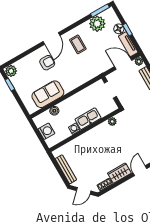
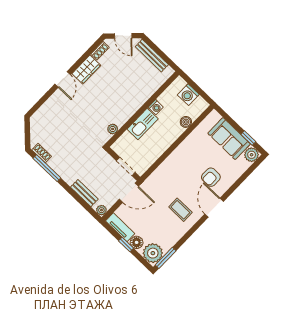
plant: (97, 24) -> (153, 253), moved
door: (123, 63) -> (129, 193), moved
sofa: (48, 94) -> (229, 139), moved, turned 90
door: (84, 191) -> (123, 36), swing flipped

